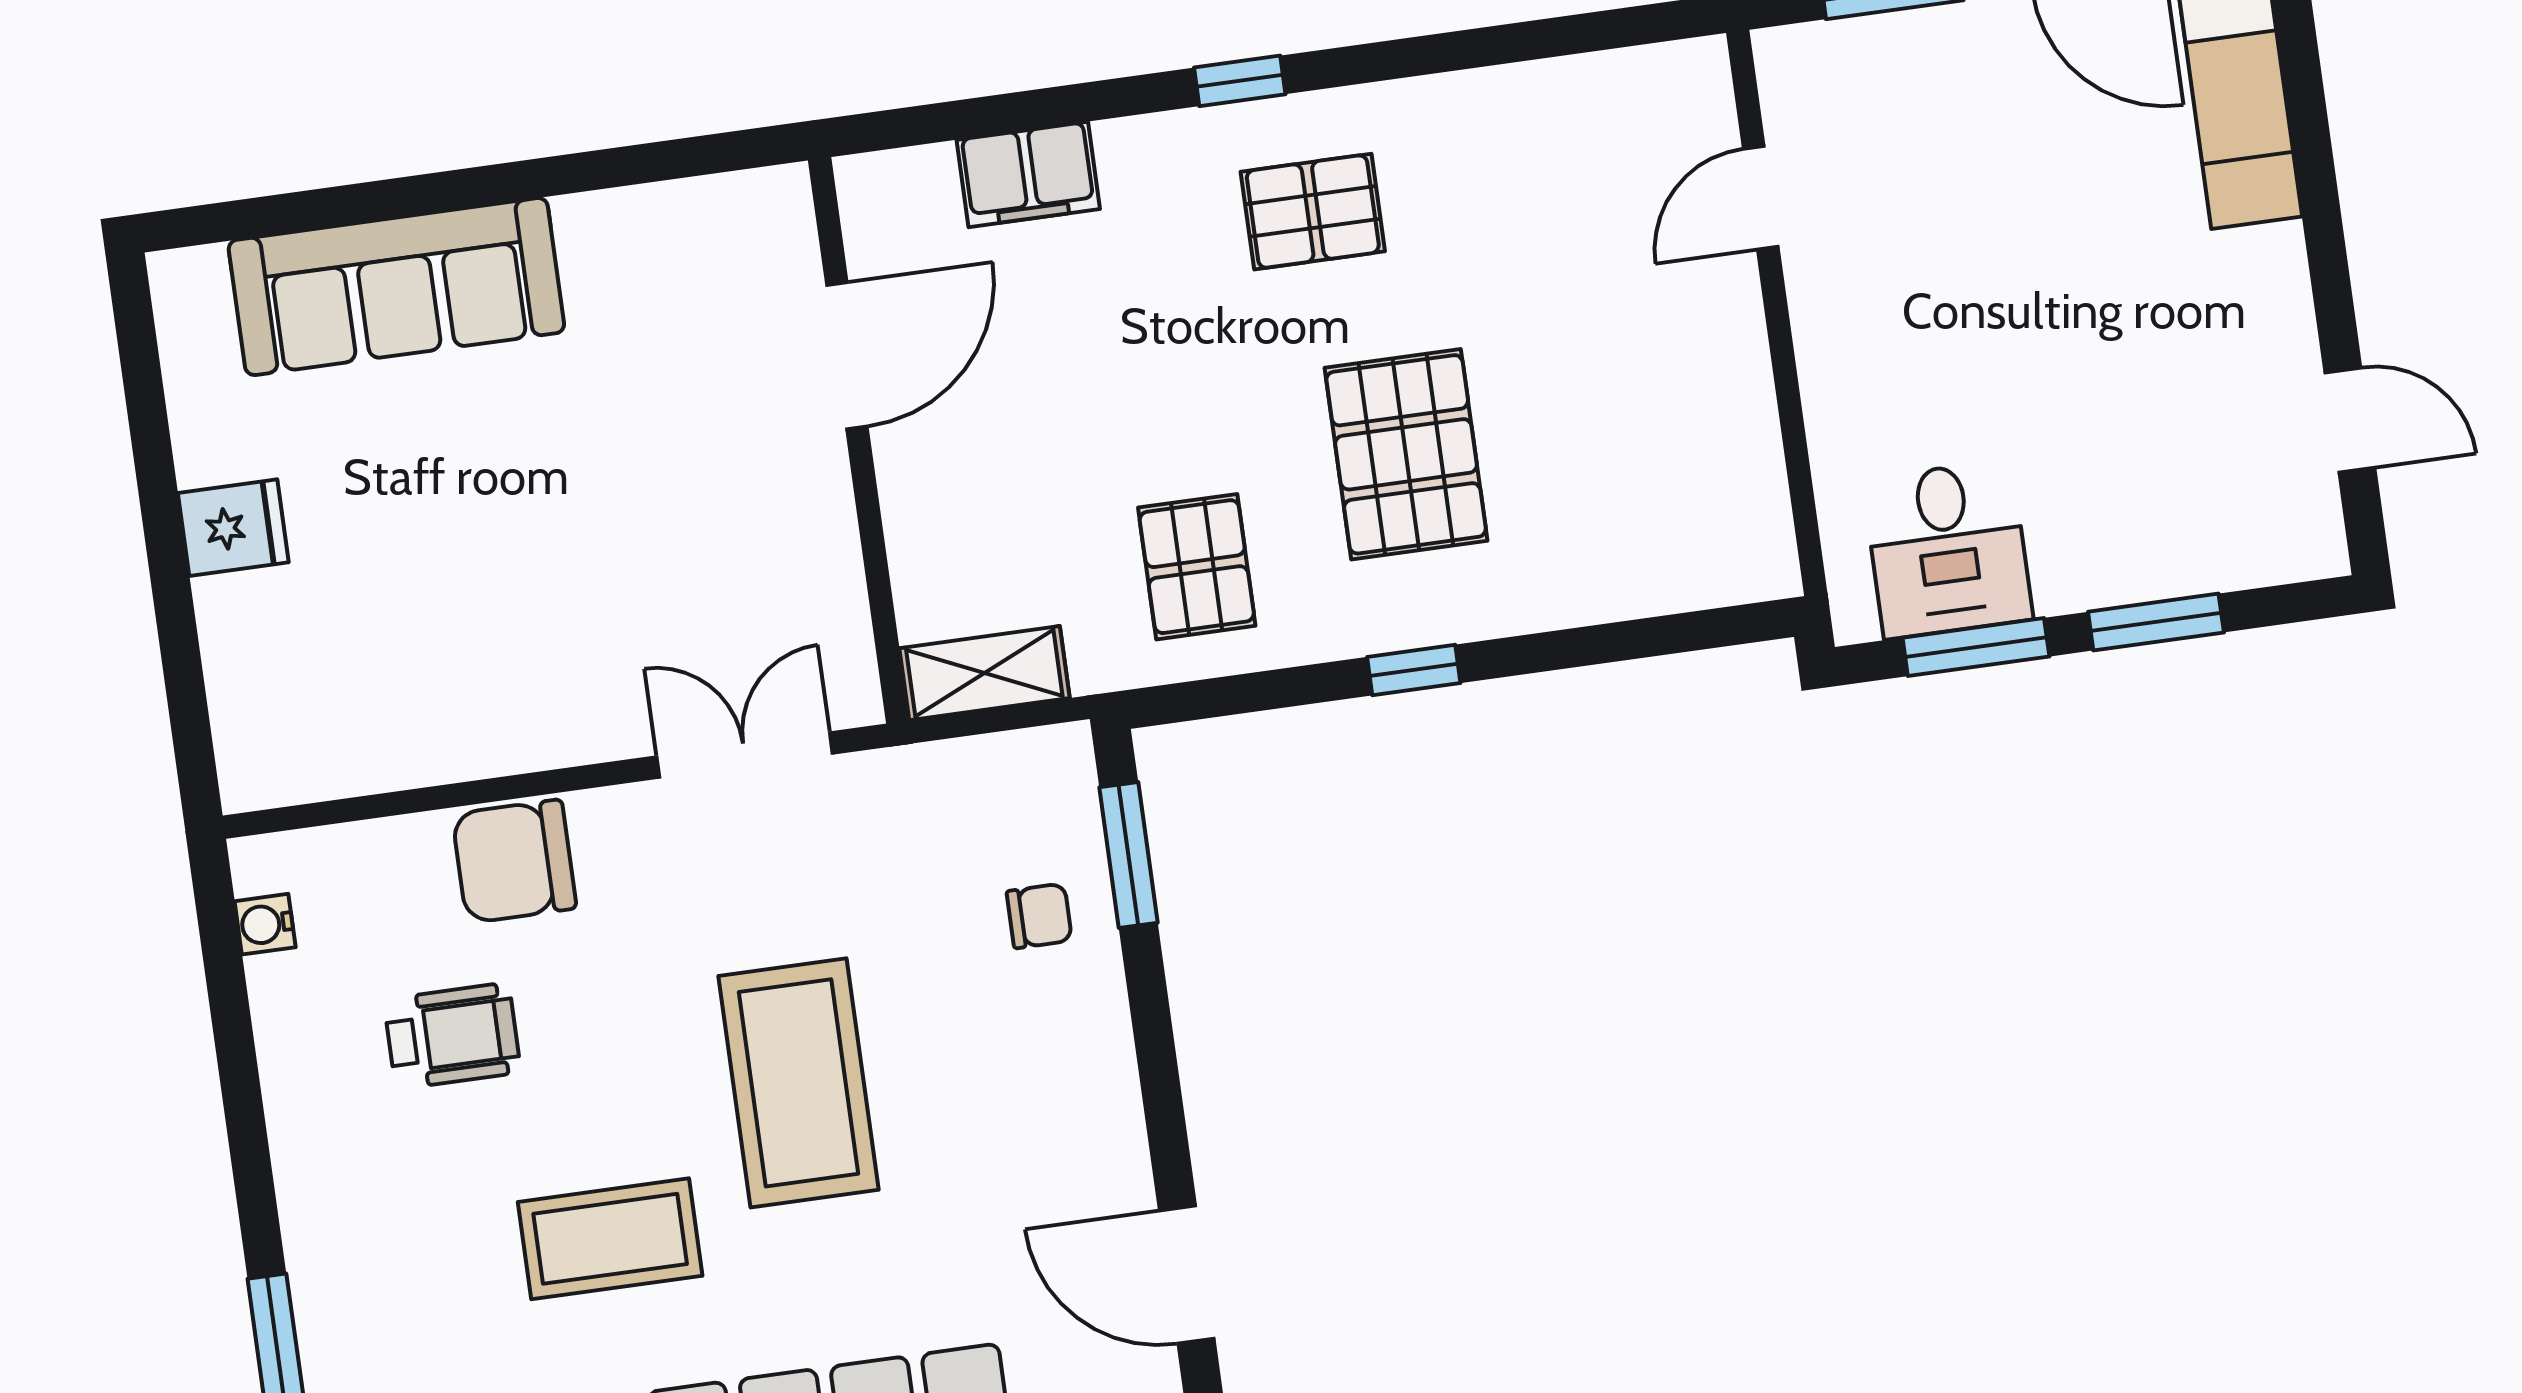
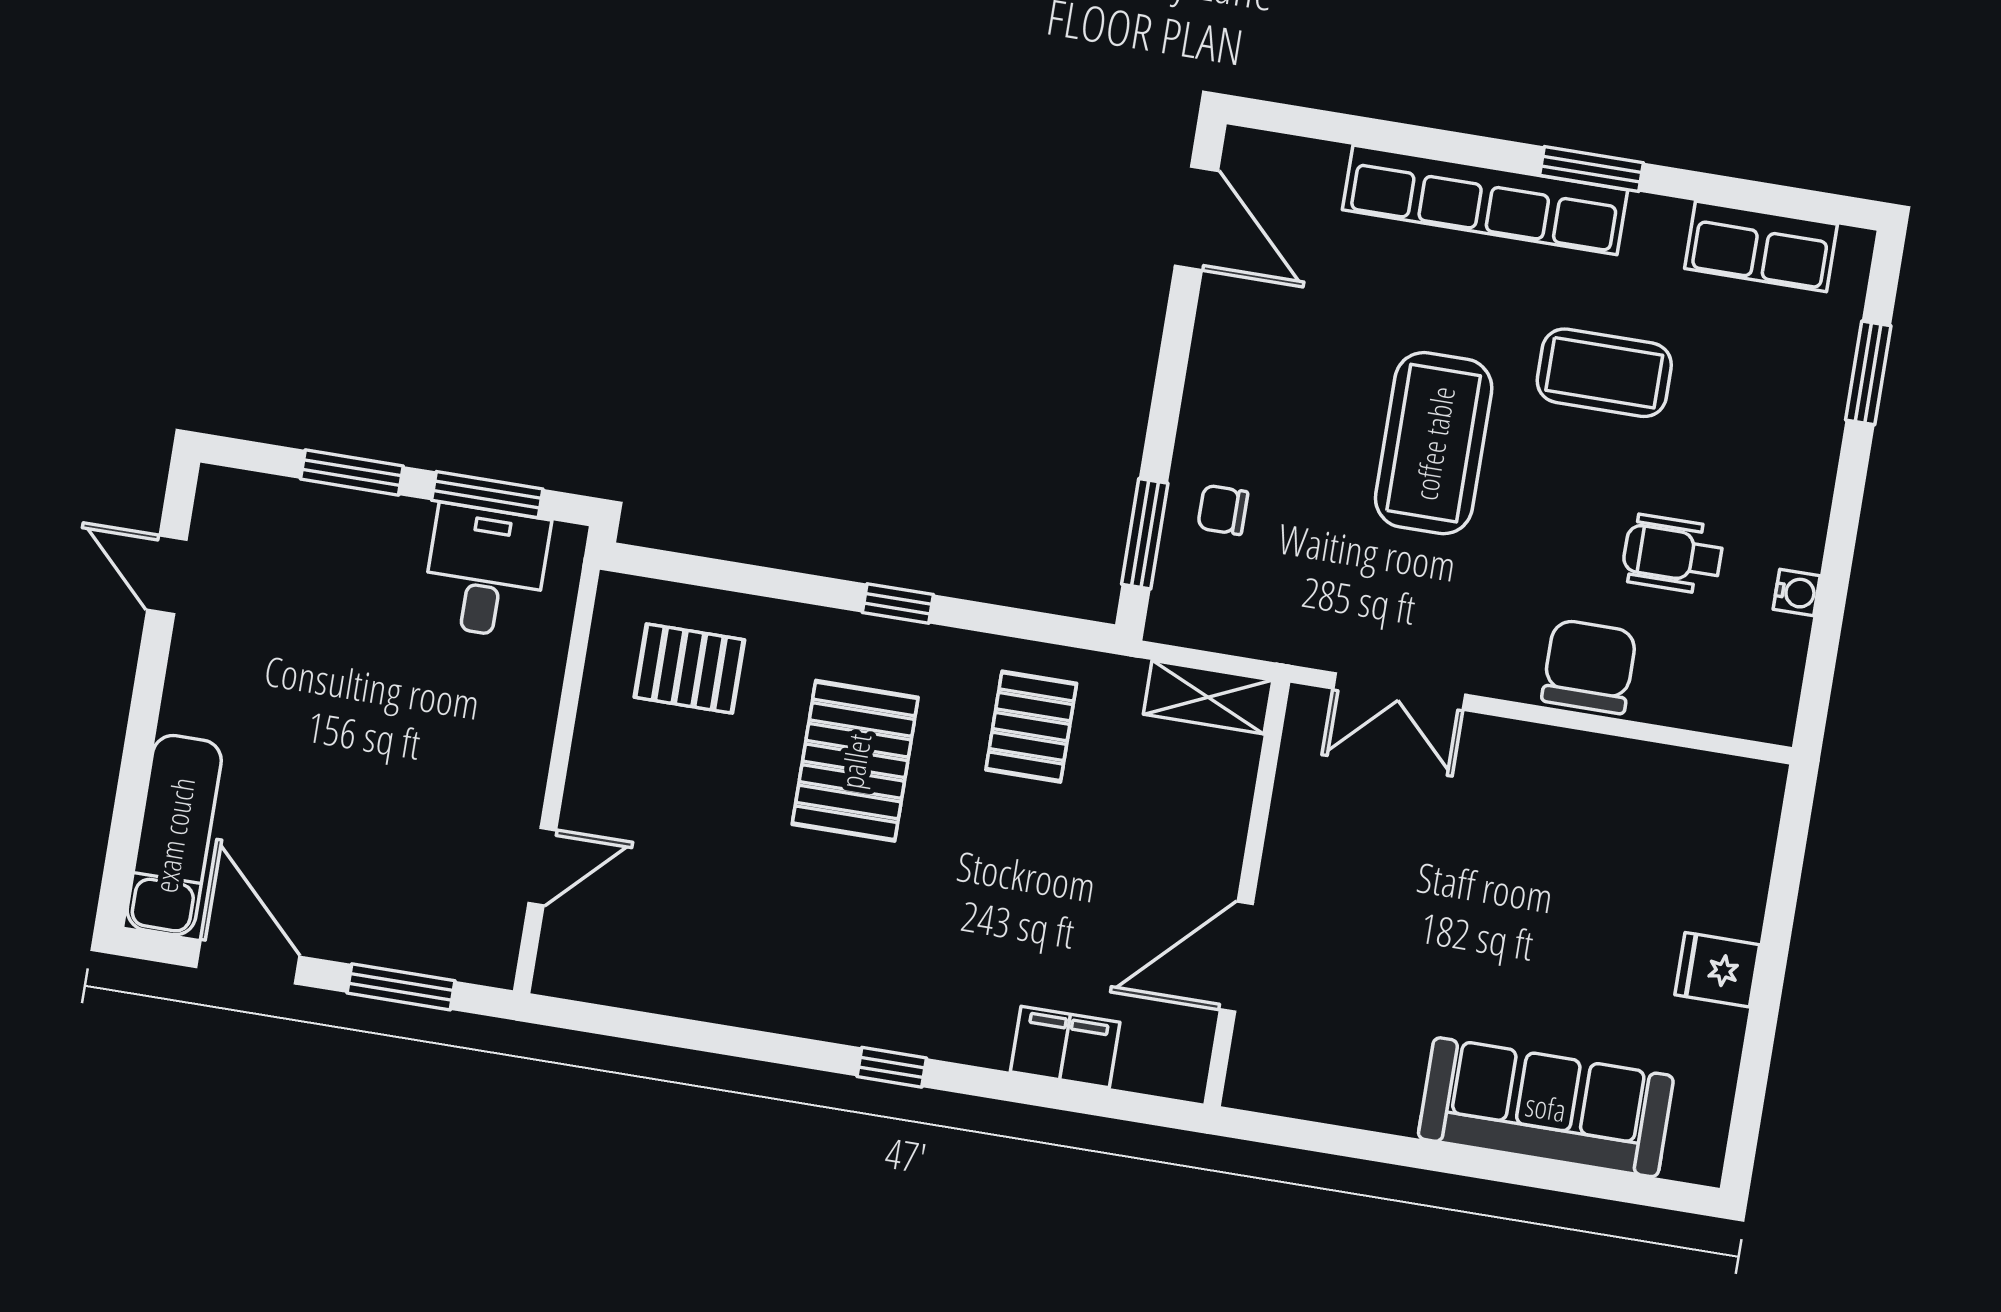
pallet: (1313, 212) -> (689, 668), moved
chair: (514, 861) -> (1589, 667), turned -90
water cooler: (265, 924) -> (1797, 593), moved

